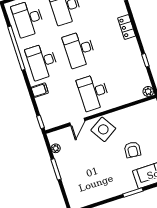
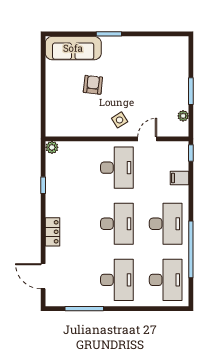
filing cabinet: (40, 90) -> (179, 178), moved
side table: (103, 129) -> (120, 120), width x0.54, depth x0.54

